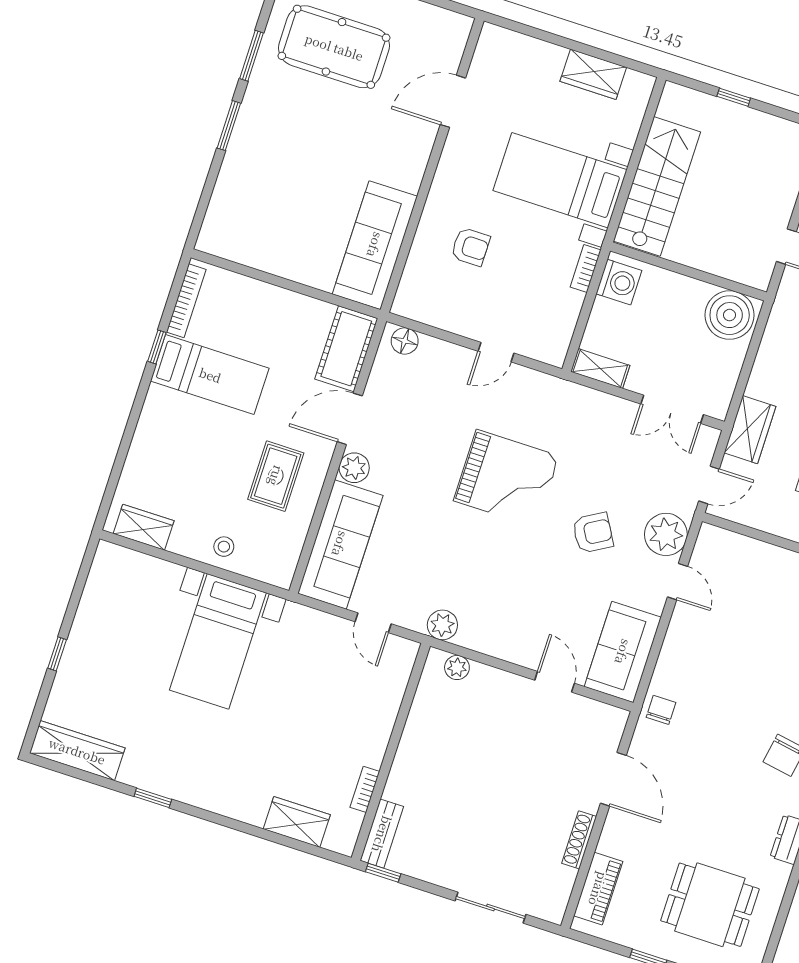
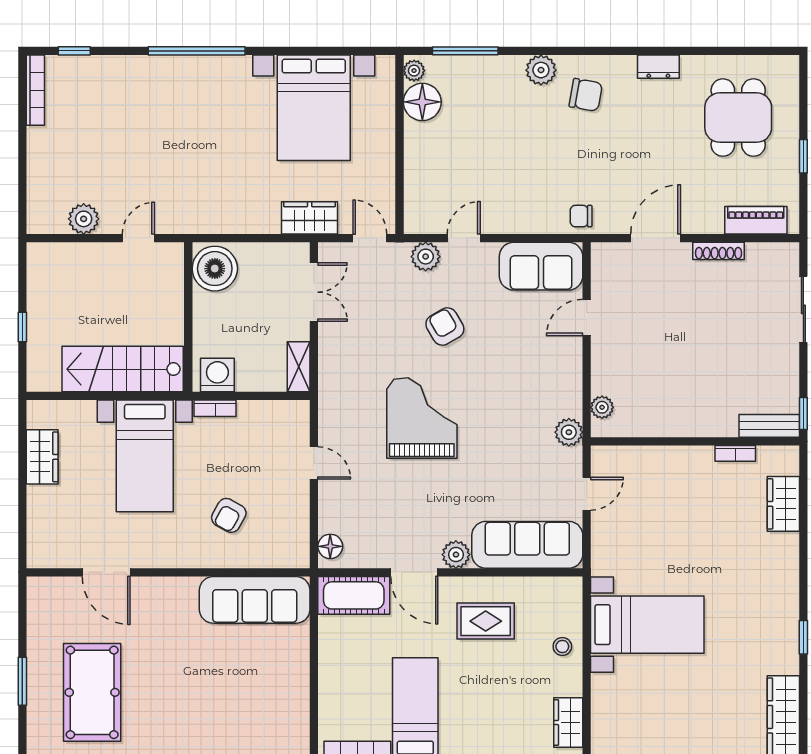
armchair: (471, 247) -> (229, 515), turned -151
plant: (666, 534) -> (426, 257), width x0.73, depth x0.73

